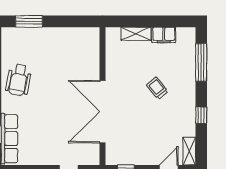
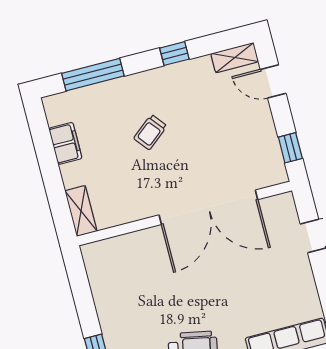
shelving: (136, 34) -> (81, 211), moved

